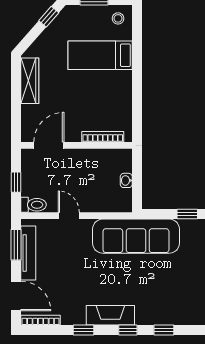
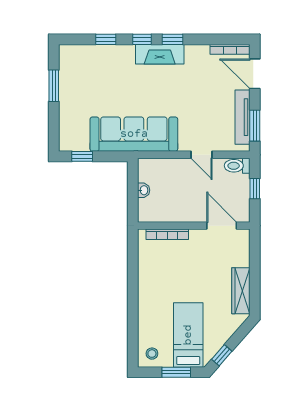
bed: (100, 55) -> (188, 335), moved, turned -90
door: (49, 145) -> (222, 226), swing flipped
window: (83, 330) -> (172, 39), moved

